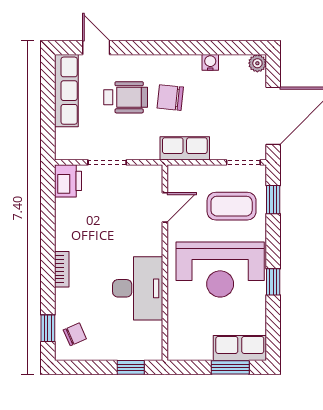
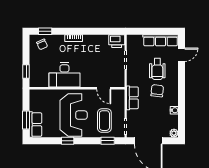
reception desk: (220, 270) -> (74, 115), turned 180

